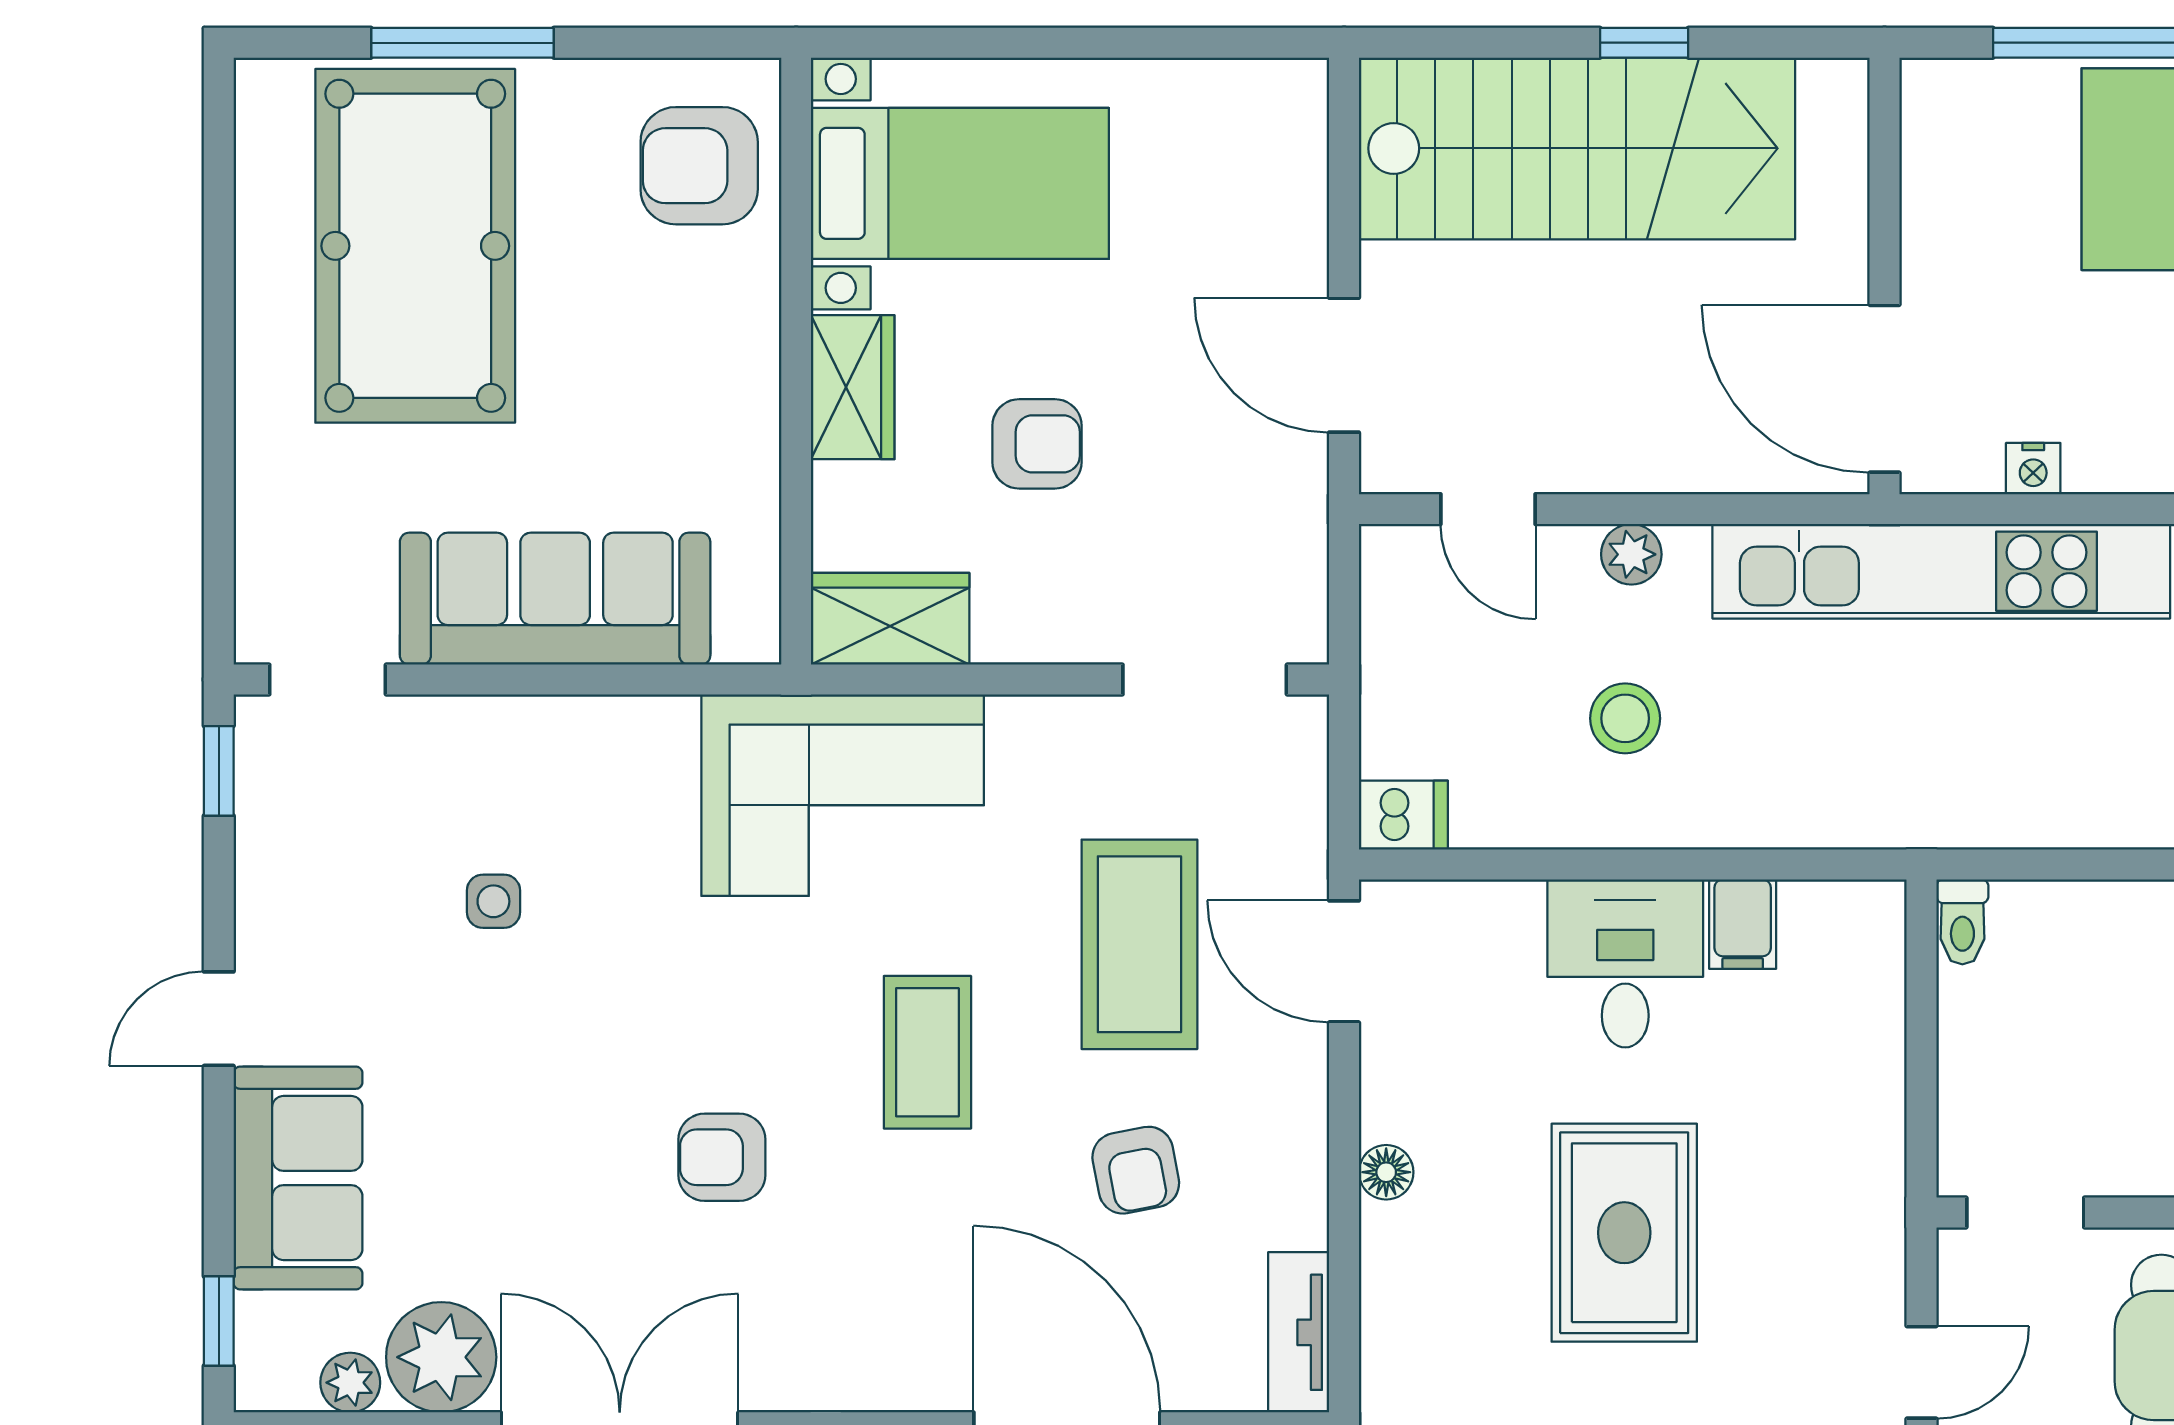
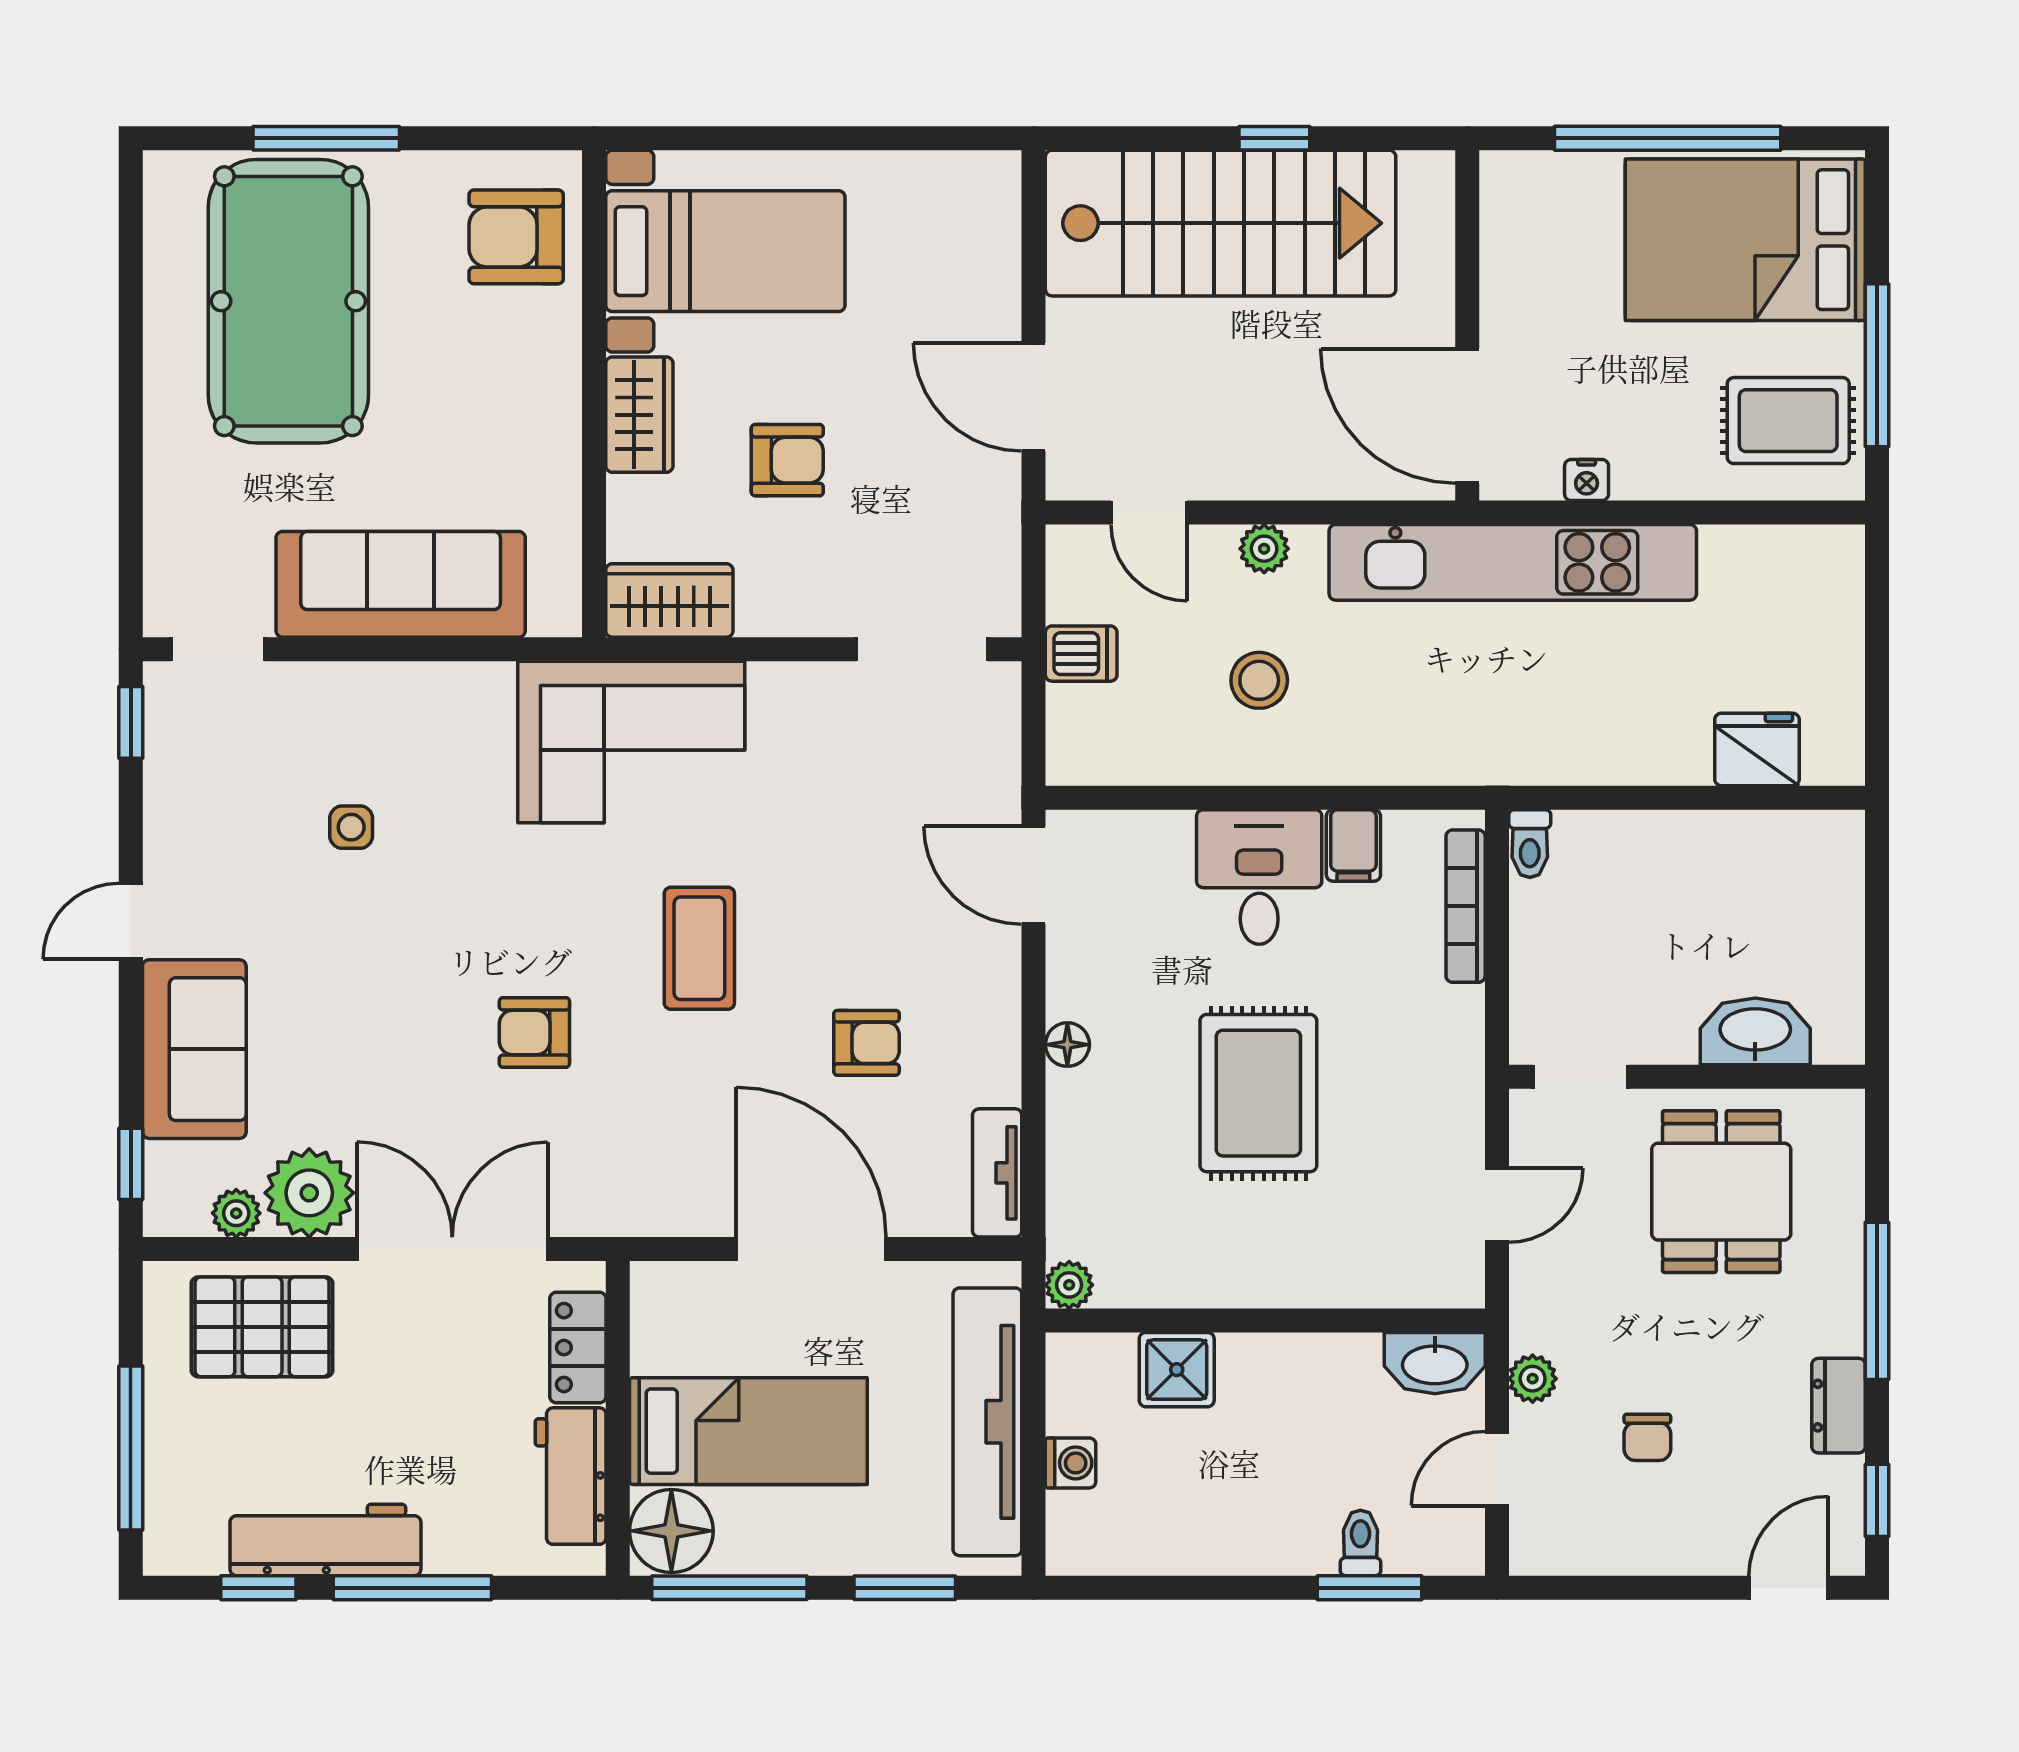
dishwasher: (1403, 815) -> (1081, 654), moved
coffee table: (1139, 944) -> (869, 862), removed
bookcase: (1882, 1000) -> (1466, 906), added
armchair: (1136, 1170) -> (867, 1043), turned -79

